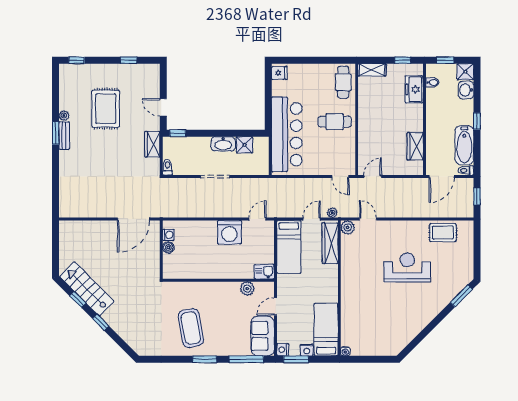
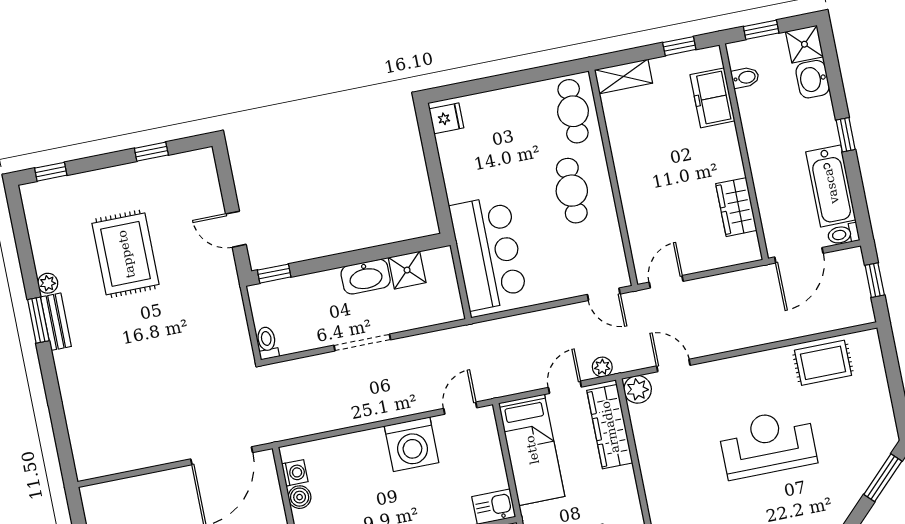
cafe table: (335, 122) -> (572, 191), turned 90
bar counter: (287, 134) -> (488, 253), width x0.73
wardrobe: (152, 144) -> (229, 304), removed

